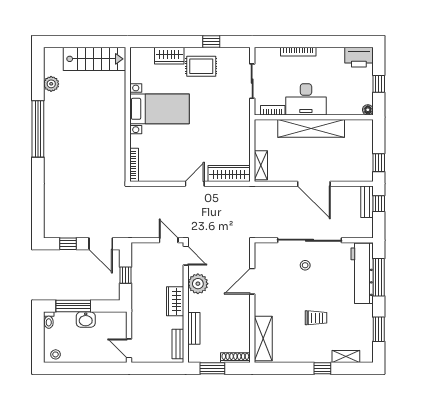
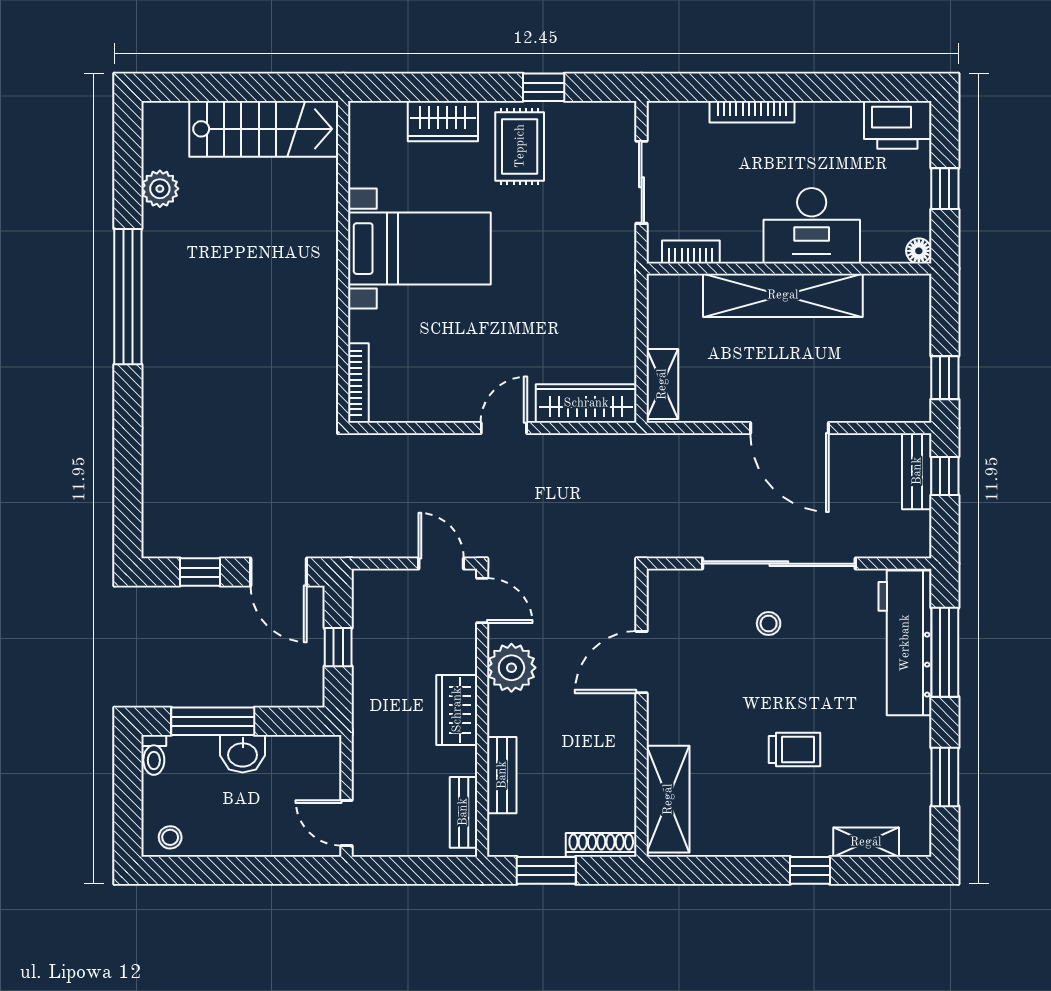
rug: (201, 66) -> (520, 146), turned 90
desk: (306, 99) -> (812, 226), moved

